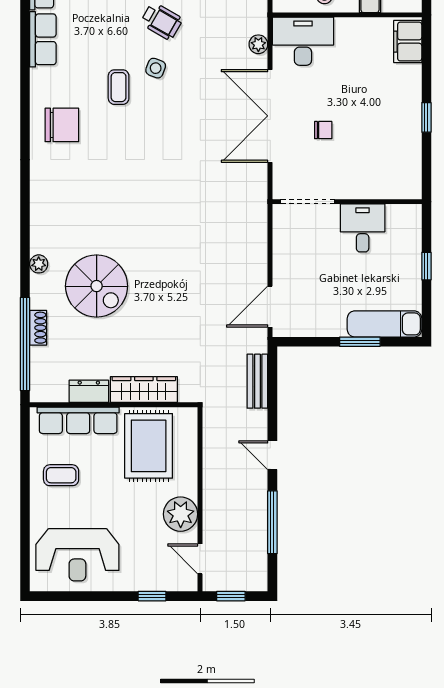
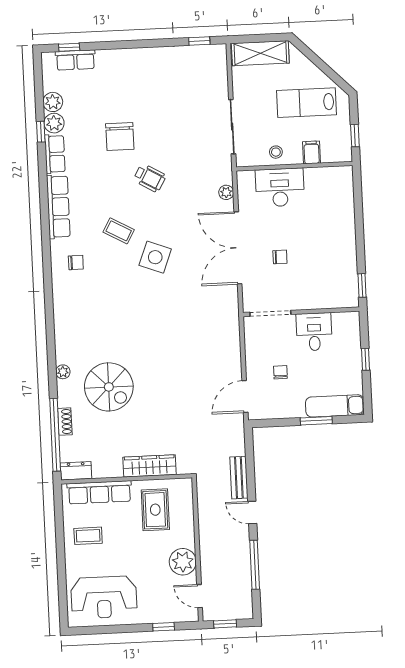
row of seats: (43, 39) -> (58, 207), width x1.48
desk: (303, 41) -> (280, 187), moved
filing cabinet: (408, 42) -> (343, 185), removed
side table: (156, 68) -> (155, 257), moved, width x1.87, depth x1.87
coffee table: (119, 87) -> (119, 231), turned -61
window: (426, 117) -> (362, 285), moved
chair: (62, 125) -> (76, 263), width x0.54, depth x0.54
chair: (317, 278) -> (280, 372), added
bench: (257, 381) -> (239, 478), moved
dresser: (89, 391) -> (76, 471), moved
rug: (149, 446) -> (155, 510), width x0.73, depth x0.70

